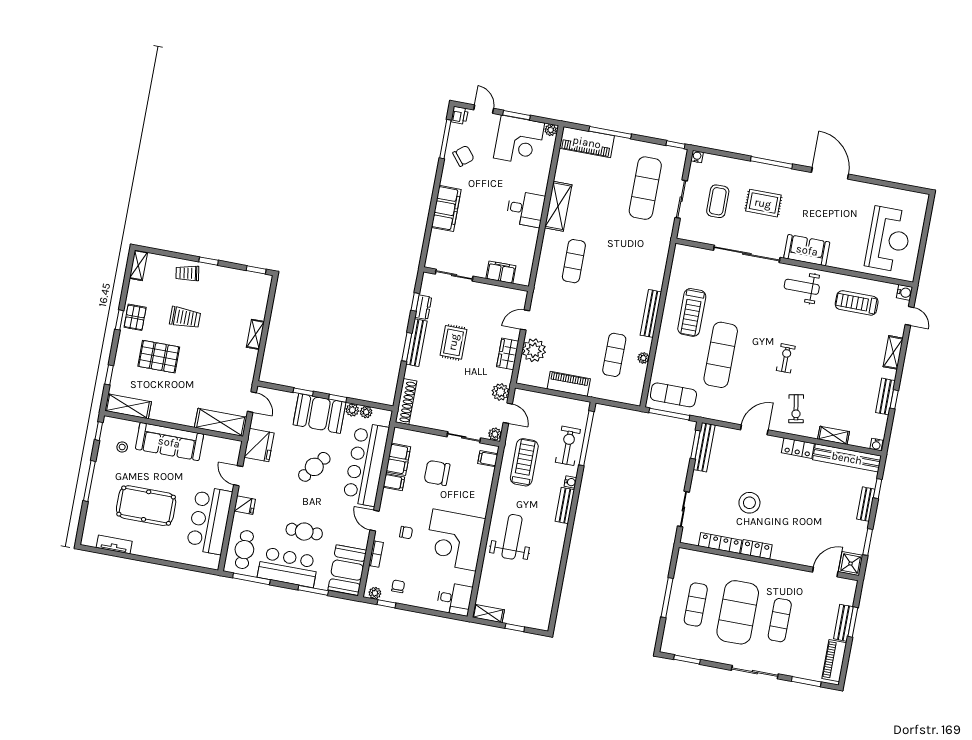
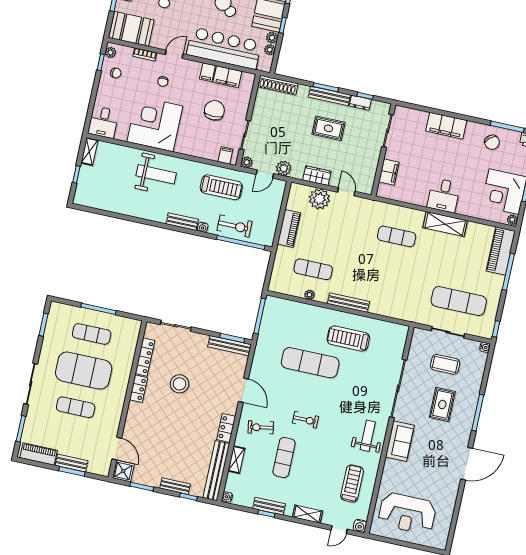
exercise mat: (673, 395) -> (284, 457), moved

